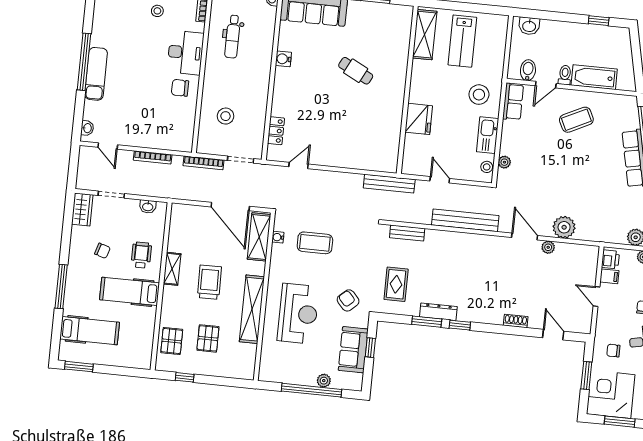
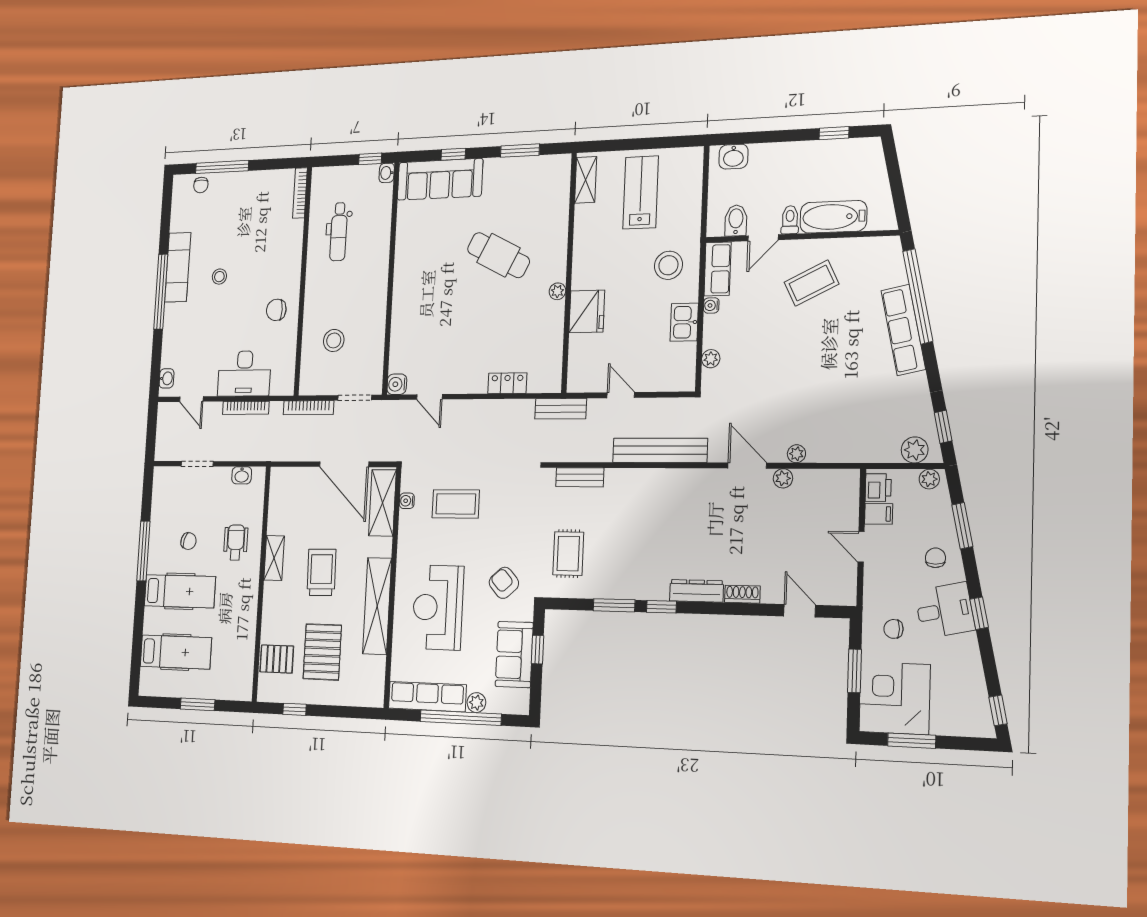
stool: (157, 11) -> (219, 277), moved
shelving: (425, 35) -> (586, 180), width x0.67, depth x0.75
lab bench: (462, 41) -> (641, 192), turned 180
desk: (185, 53) -> (244, 374), moved, turned 90
water cooler: (283, 59) -> (397, 384), moved
cafe table: (356, 71) -> (498, 255), width x1.37, depth x1.35
exam couch: (96, 74) -> (178, 267), moved
plant: (398, 102) -> (557, 291), added
water cooler: (507, 126) -> (711, 305), added
locker: (276, 131) -> (507, 383), moved, turned -90
kitchen sink: (488, 135) -> (684, 322), width x0.73
door: (298, 165) -> (429, 397), swing flipped
stool: (487, 167) -> (686, 369), removed
bench: (389, 184) -> (561, 409), width x0.73
wardrobe: (82, 209) -> (163, 488), removed
plant: (564, 227) -> (796, 454), width x0.53, depth x0.53
window: (61, 287) -> (143, 551), moved
hospital bed: (130, 291) -> (180, 591), moved, turned 180
dresser: (438, 312) -> (696, 591), moved
reception desk: (298, 314) -> (438, 607), turned 180
pallet: (208, 338) -> (322, 652), width x1.50, depth x1.42
pallet: (172, 341) -> (277, 659), turned 90
window: (79, 367) -> (197, 704), moved
row of seats: (287, 374) -> (427, 697), added

